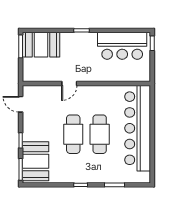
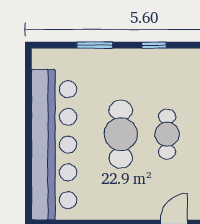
cafe table: (73, 134) -> (167, 134), width x0.73, depth x0.74

